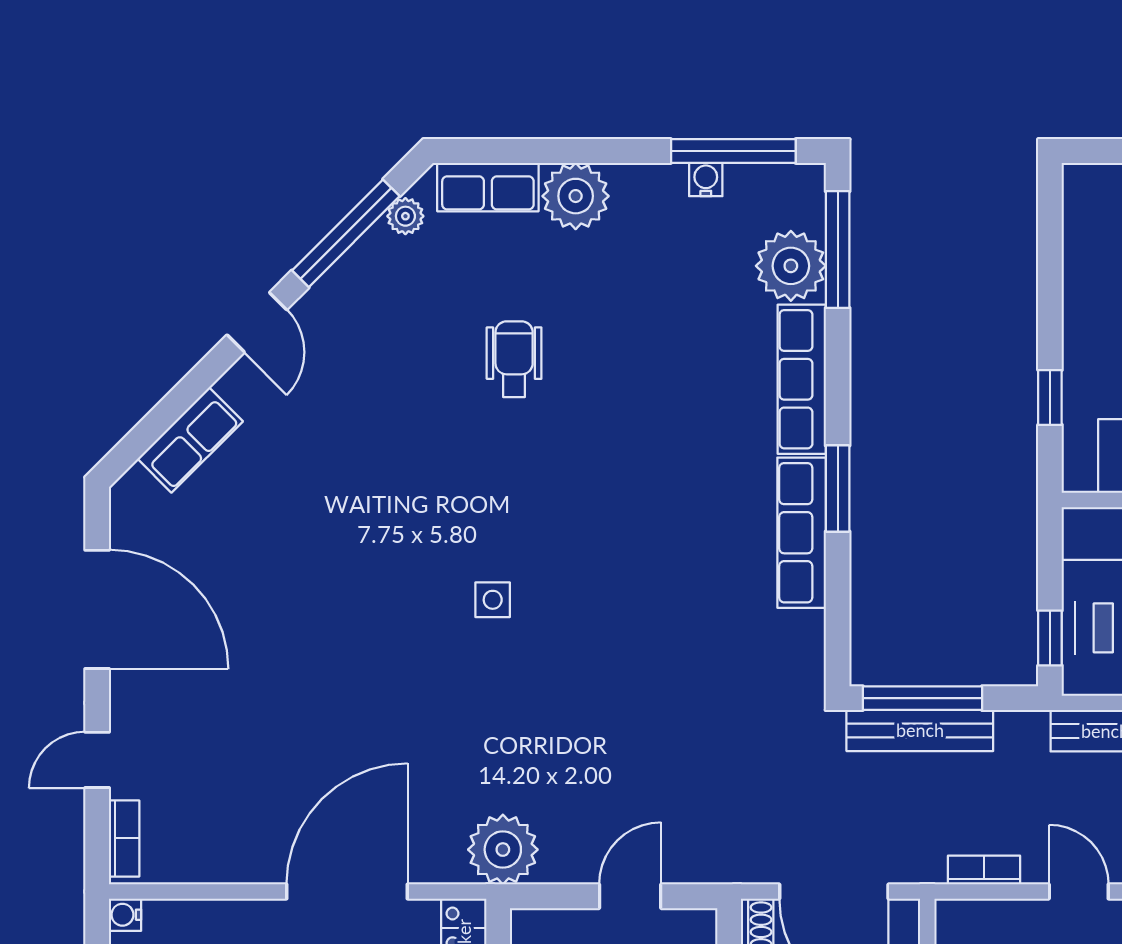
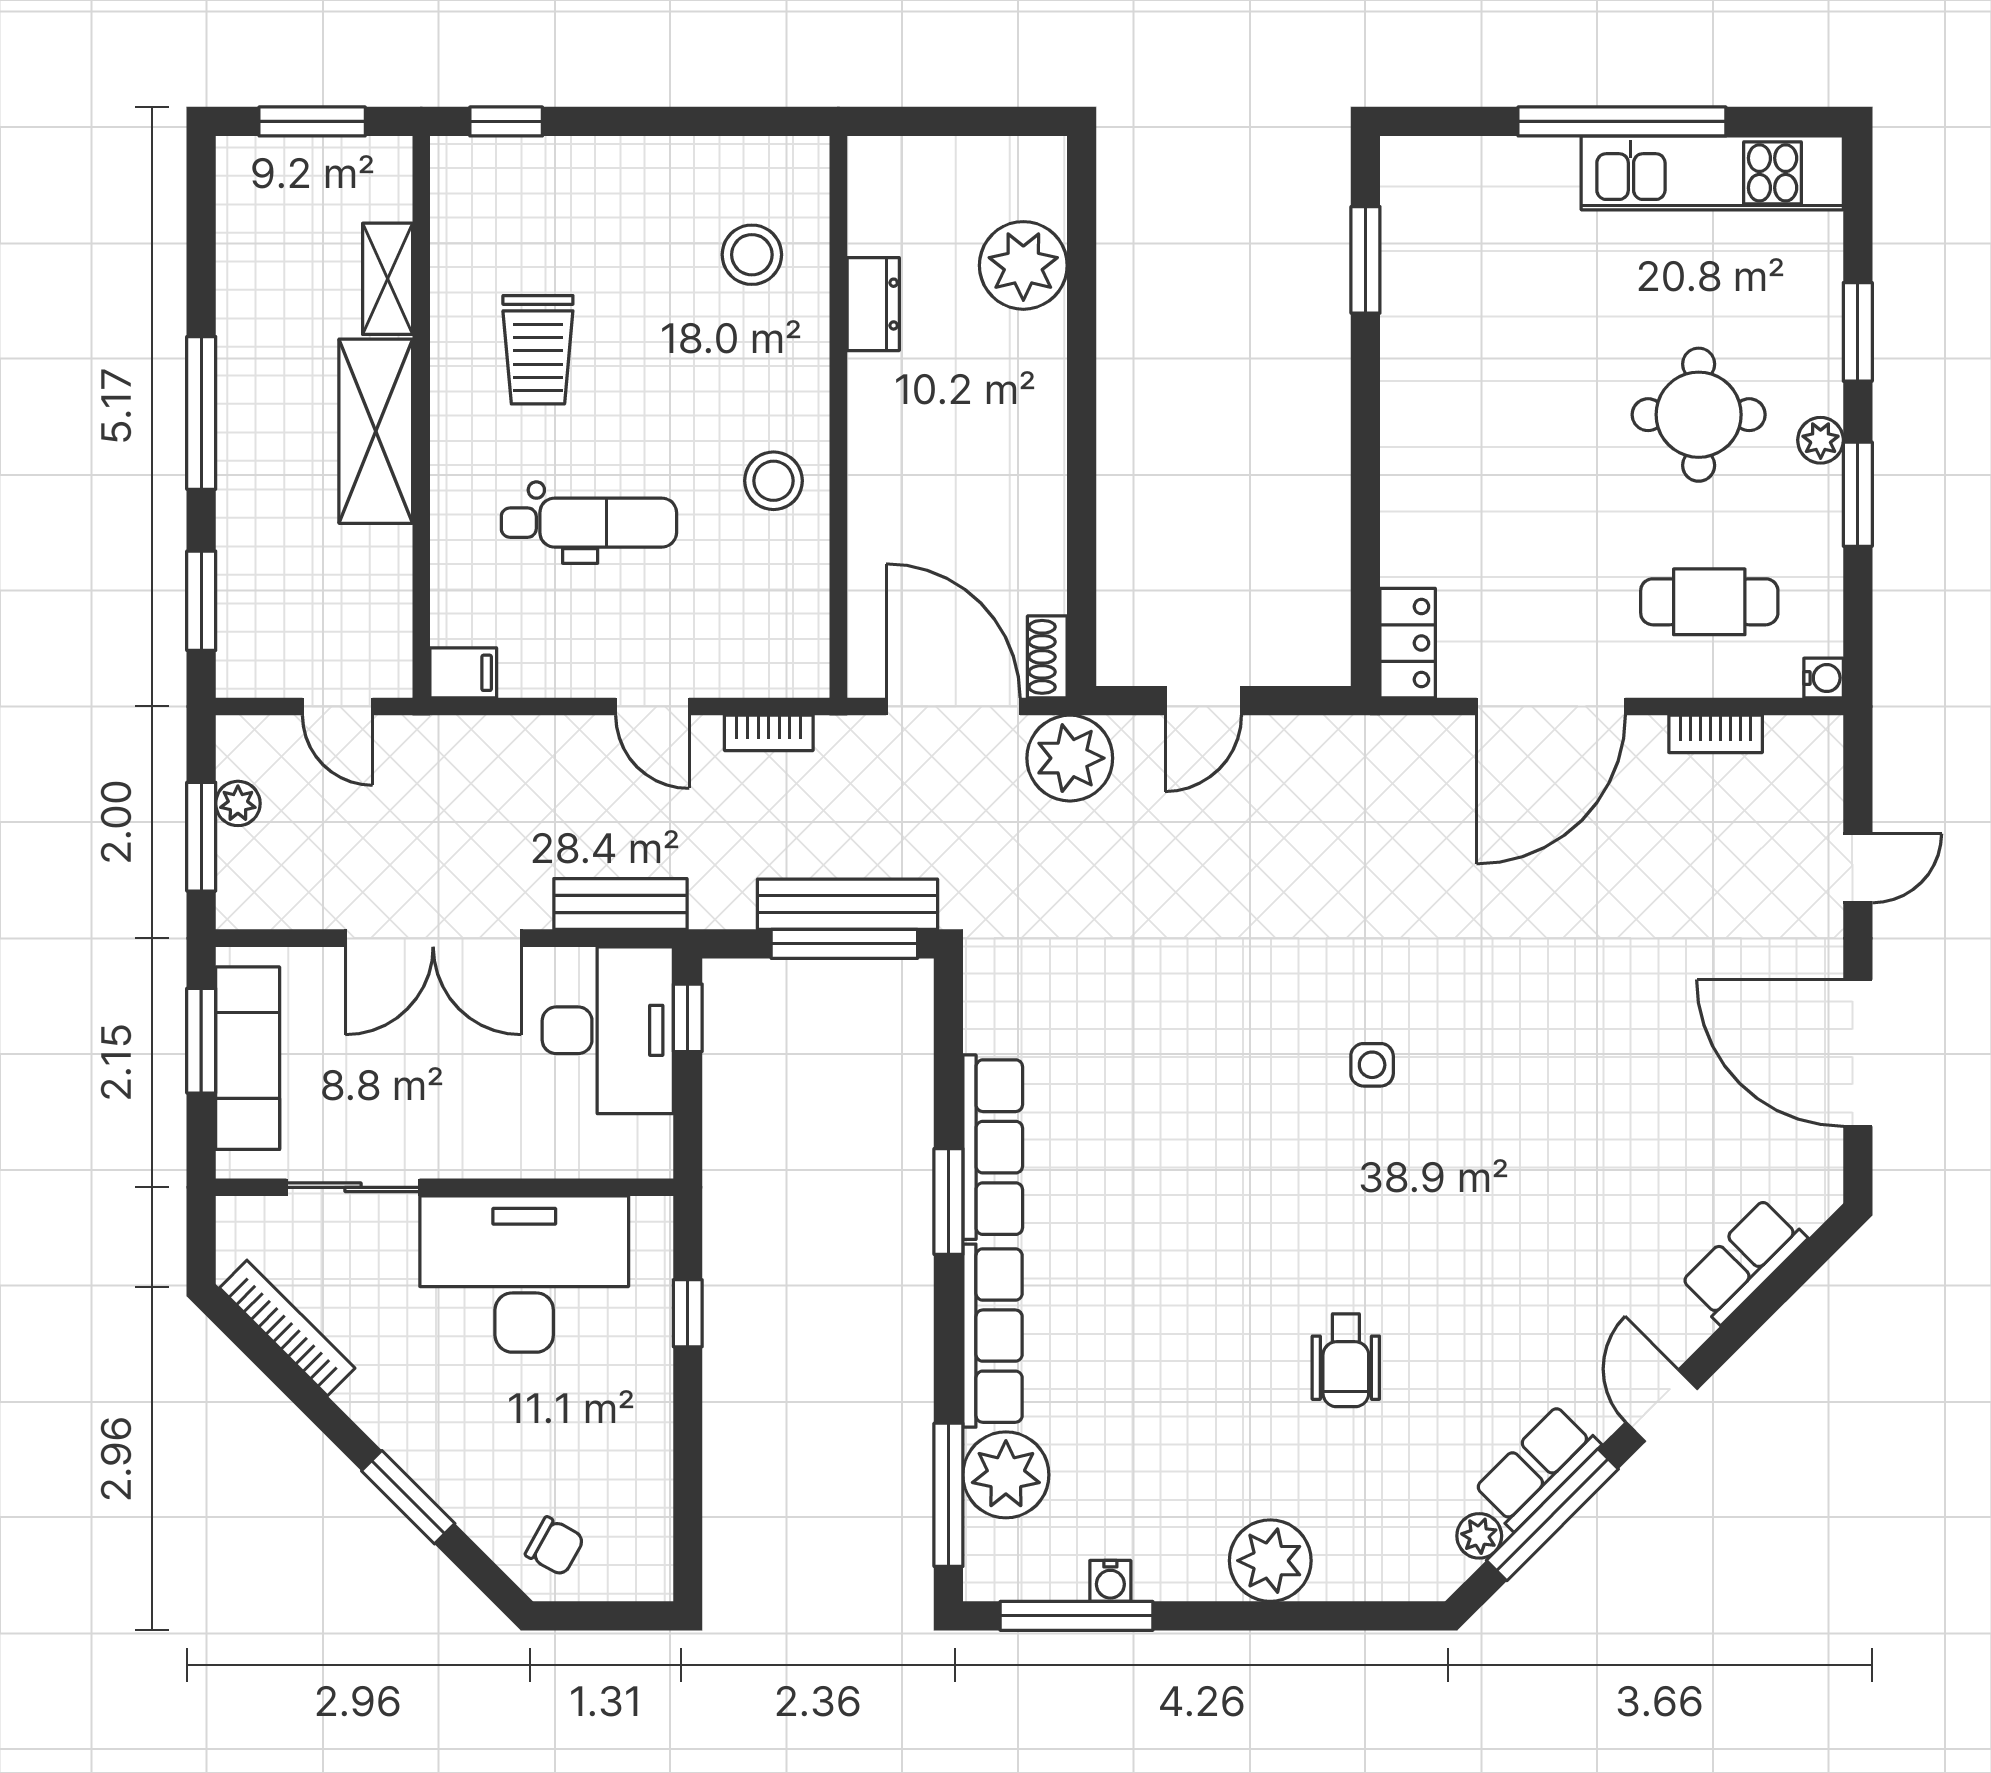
row of seats: (488, 187) -> (1537, 1468), moved, turned -45
bookcase: (124, 838) -> (1716, 734), moved, turned -90
plant: (503, 850) -> (1070, 758), moved

